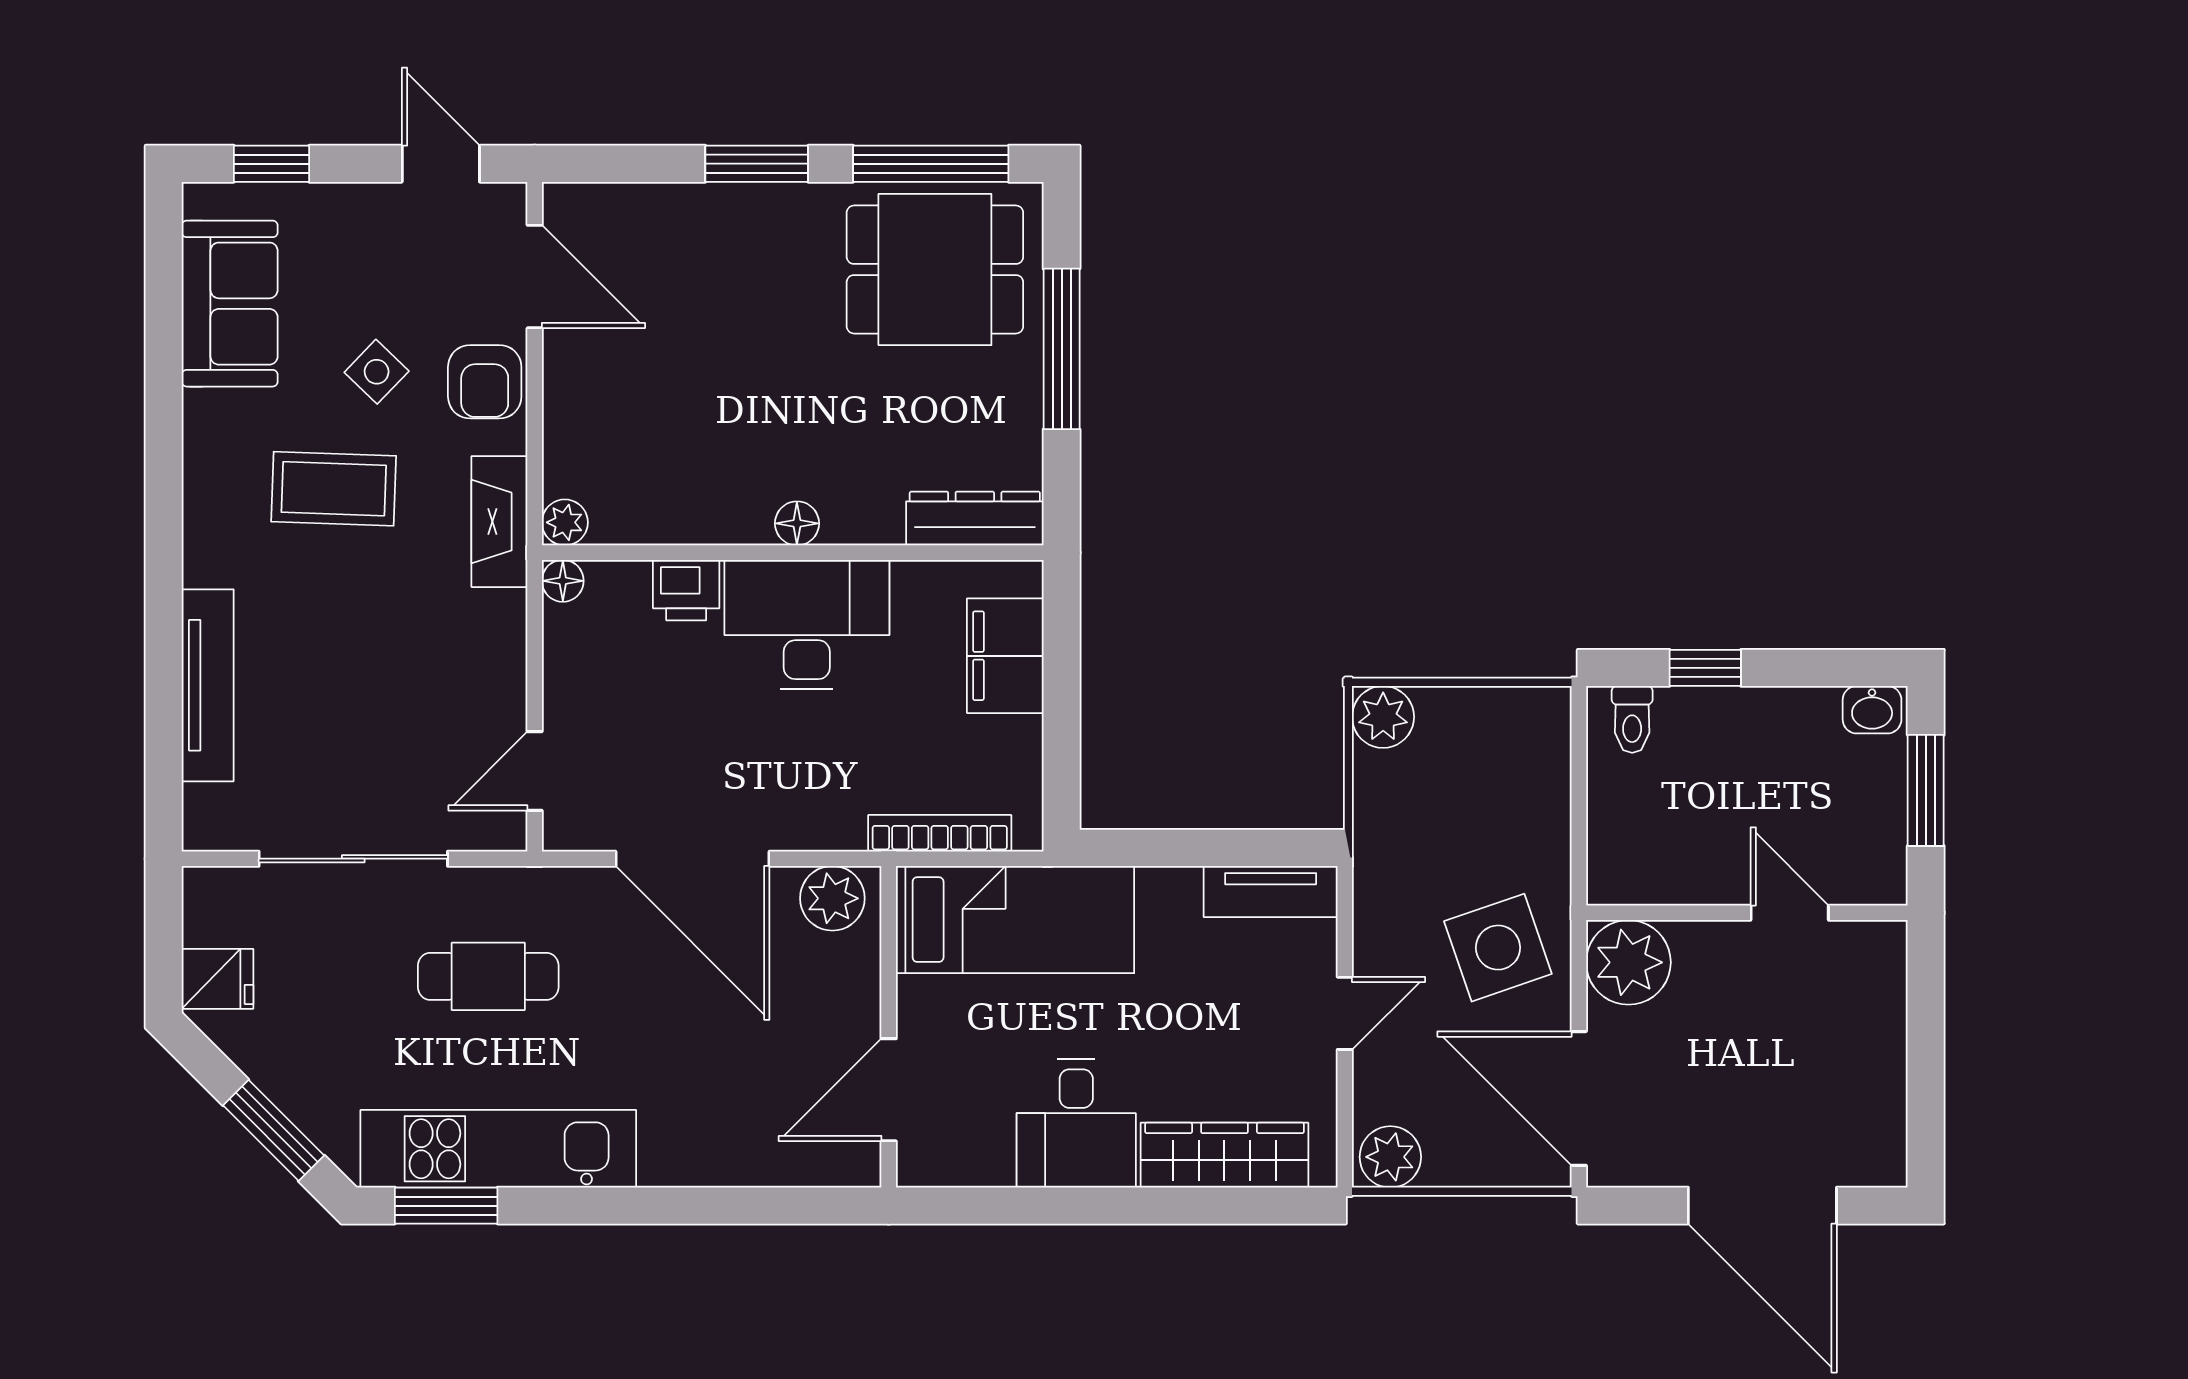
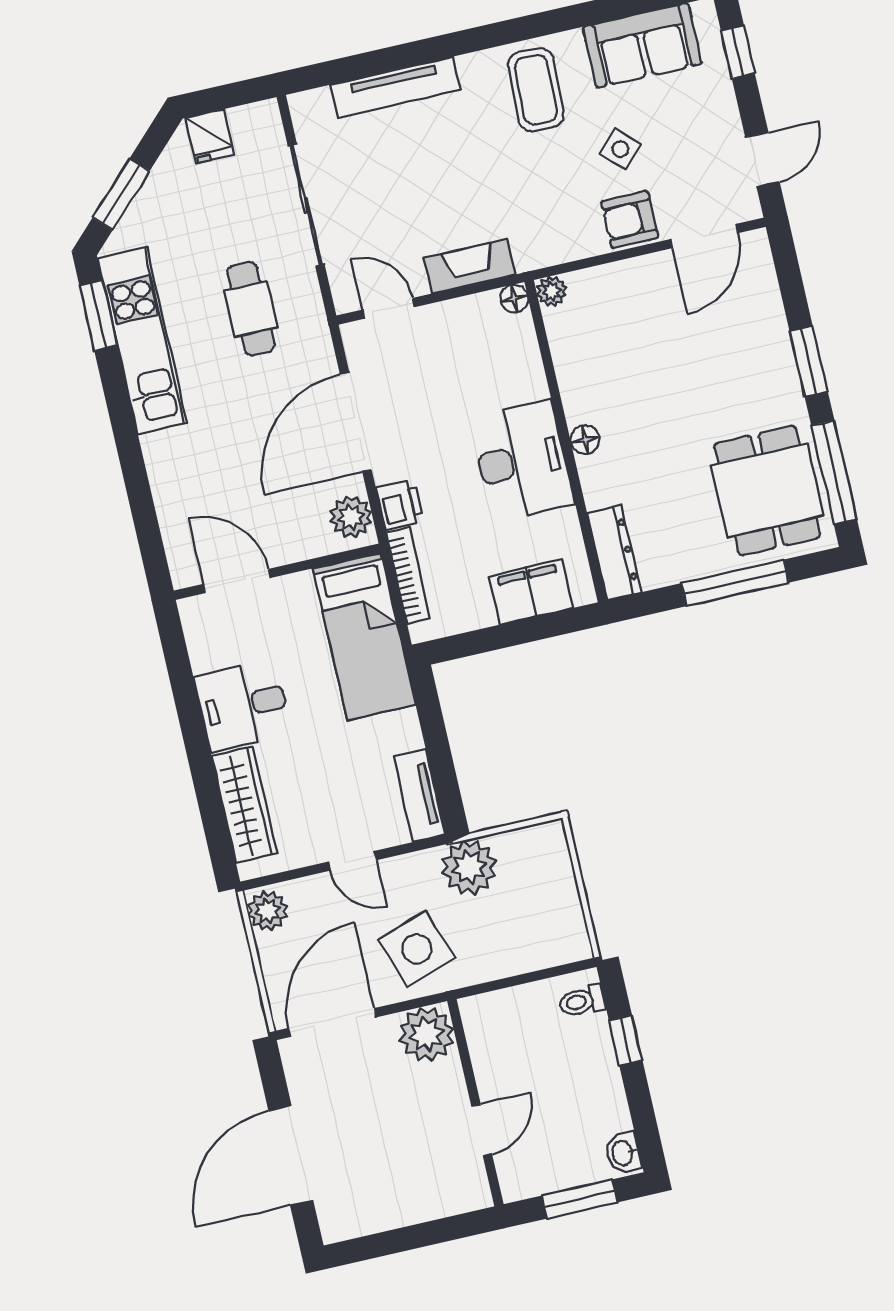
coffee table: (334, 489) -> (536, 90), moved
fireplace: (499, 522) -> (470, 266), moved
printer: (686, 590) -> (400, 504), moved, turned 180
plant: (1383, 717) -> (469, 867), moved, width x1.36, depth x1.36

